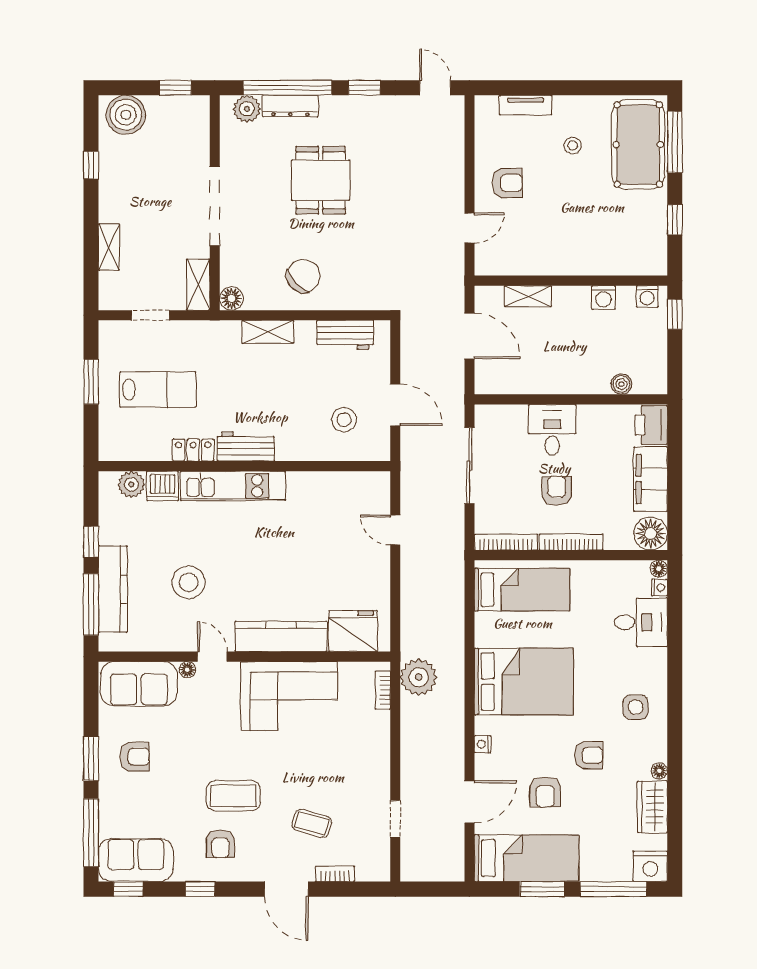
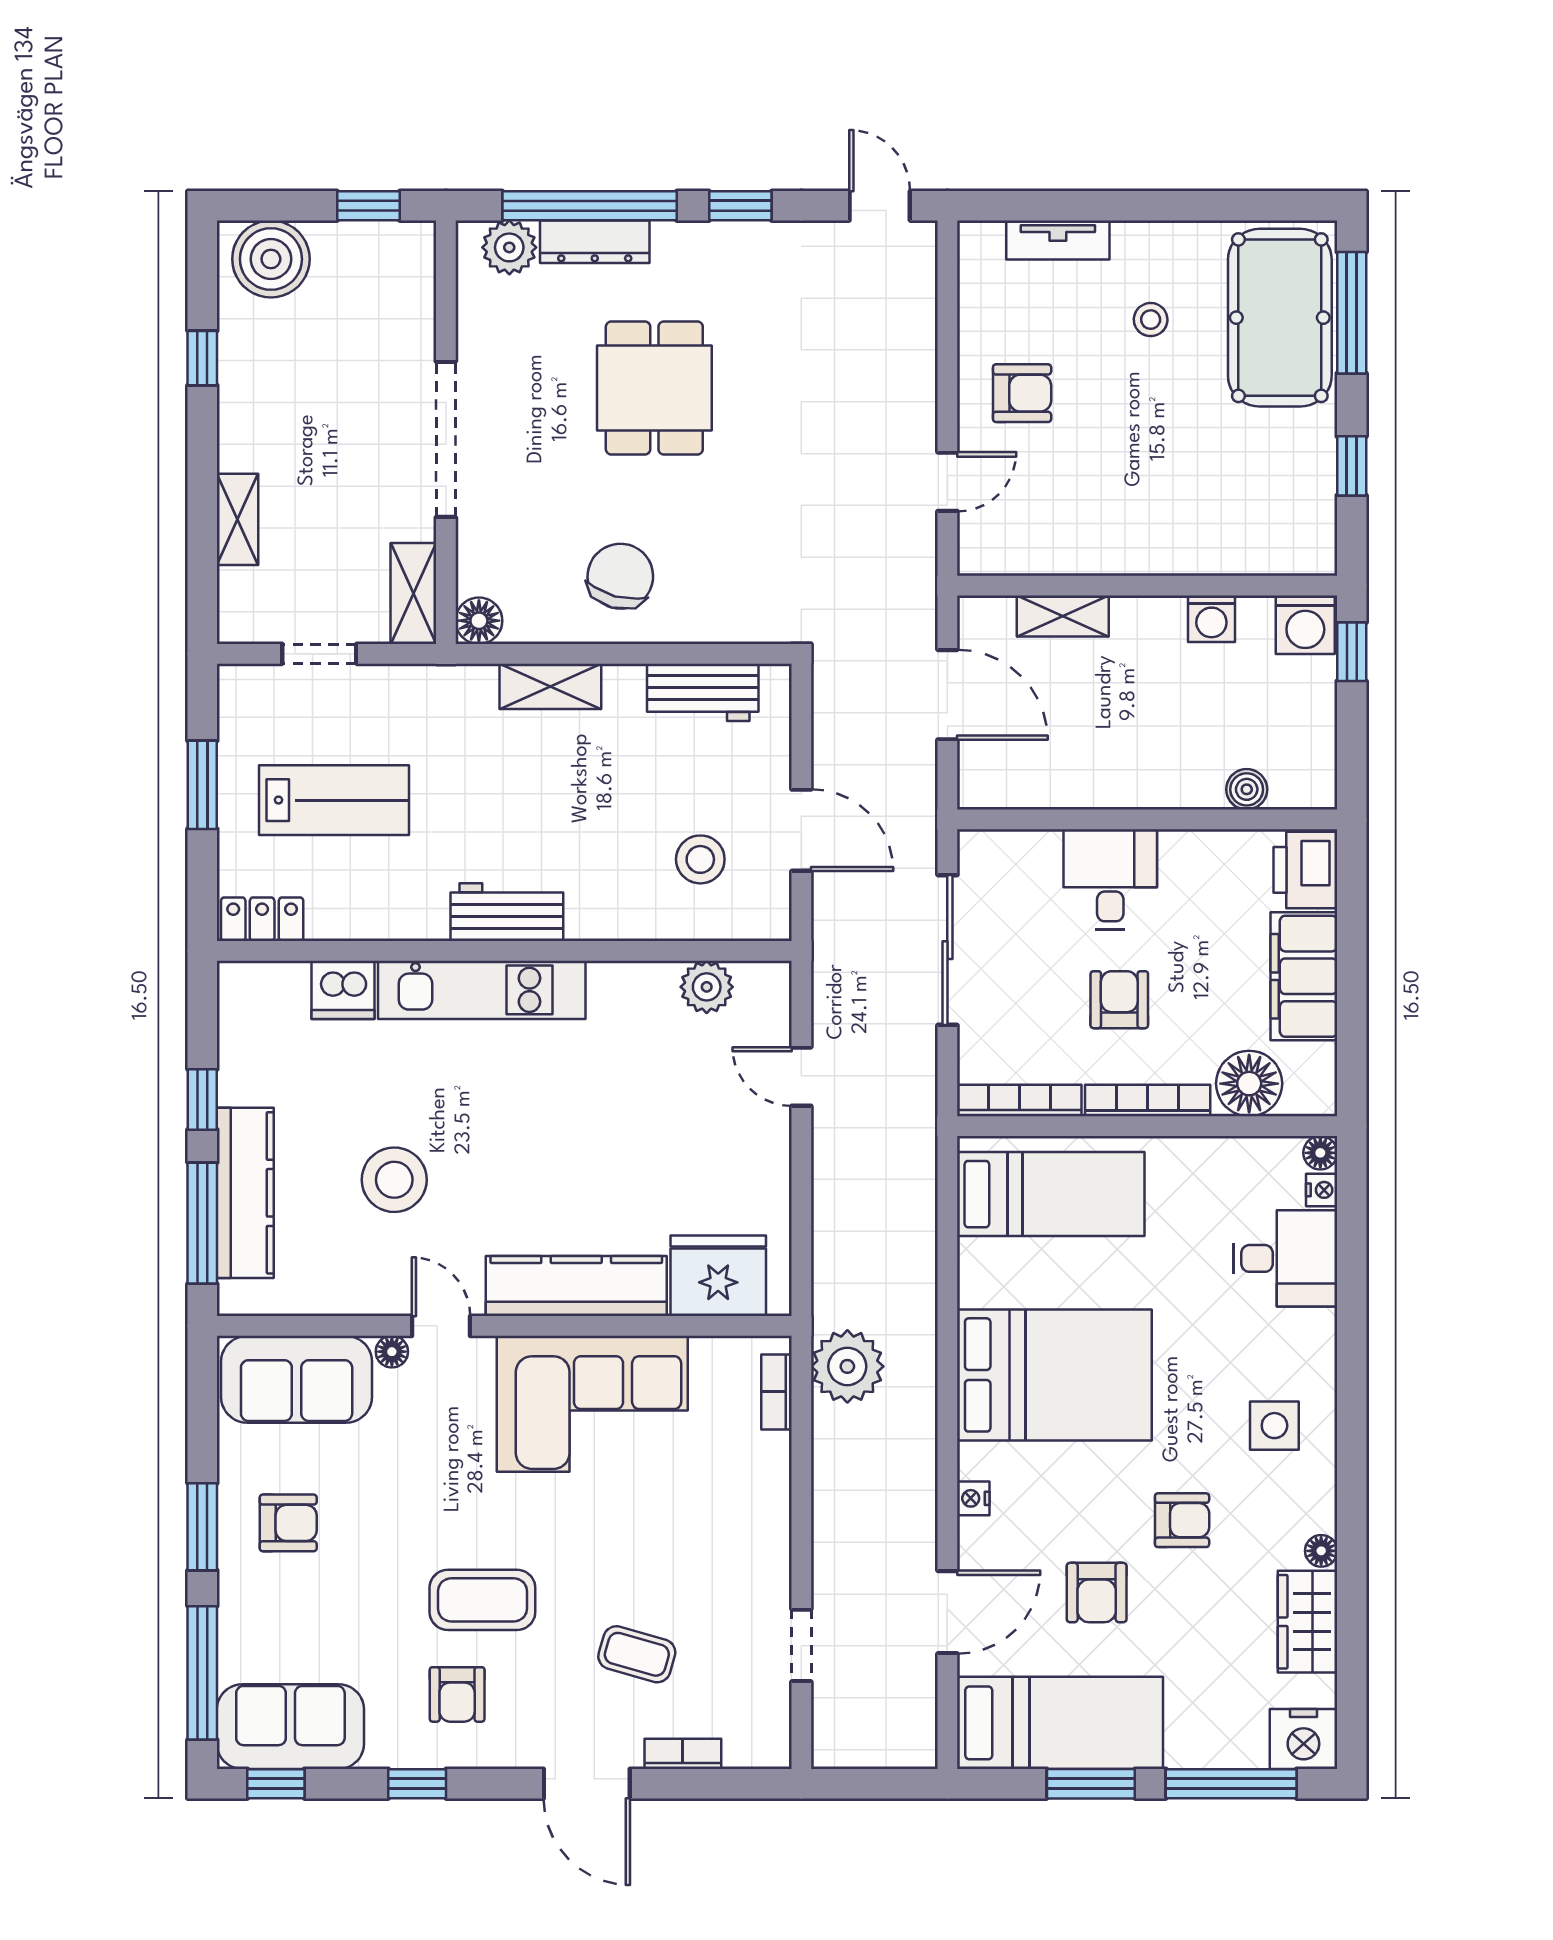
chair: (303, 276) -> (620, 576), turned -31
washing machine: (647, 296) -> (1305, 625), width x1.38, depth x1.38
locker: (193, 450) -> (262, 919), moved
plant: (131, 484) -> (707, 987), moved
floor lamp: (651, 534) -> (1249, 1084), moved

